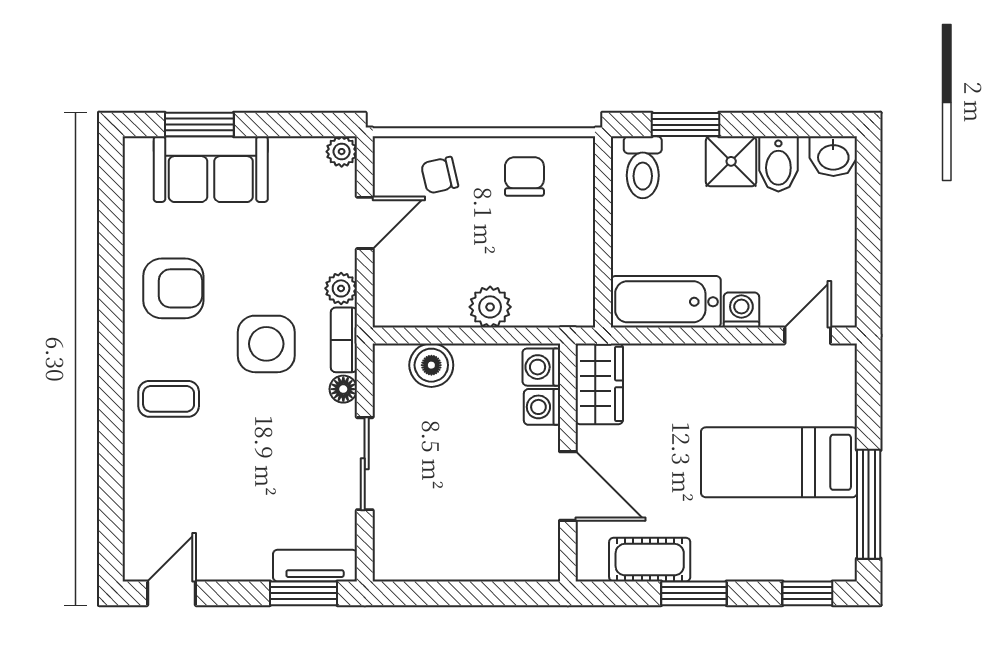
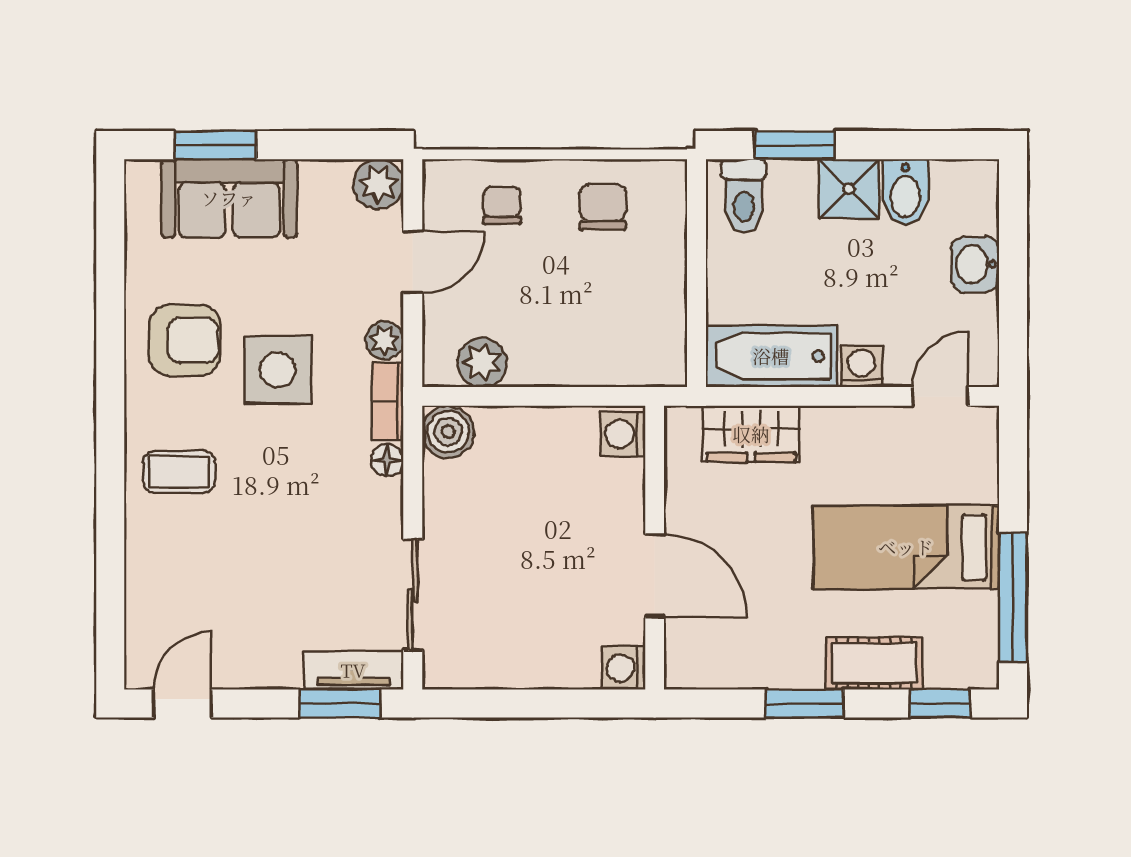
plant: (342, 152) -> (378, 184), width x1.38, depth x1.38
washbasin: (833, 156) -> (975, 264), moved, turned 90
chair: (440, 175) -> (502, 205), turned 103
plant: (490, 307) -> (482, 362), moved
side table: (266, 344) -> (278, 370), moved
boiler: (431, 365) -> (448, 432), moved
wardrobe: (599, 384) -> (751, 434), moved, turned 90
washing machine: (542, 407) -> (624, 668), moved
sliding door: (365, 464) -> (413, 595), moved
cot: (650, 560) -> (874, 663), moved

